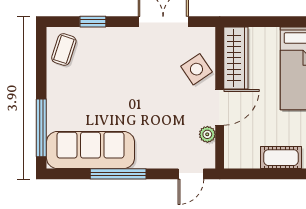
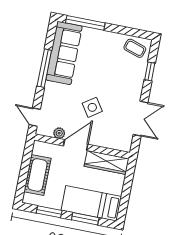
side table: (196, 69) -> (92, 107), moved
door: (220, 107) -> (76, 145), swing flipped
cot: (281, 158) -> (37, 175), width x1.37, depth x1.34

